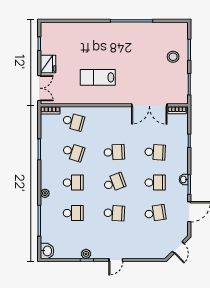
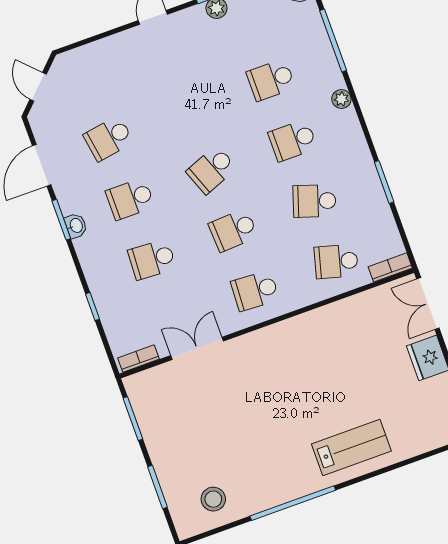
stool: (173, 57) -> (213, 499), moved
lab bench: (98, 77) -> (351, 448), moved
double door: (149, 105) -> (197, 348), width x0.73
school desk: (114, 213) -> (255, 291), moved

